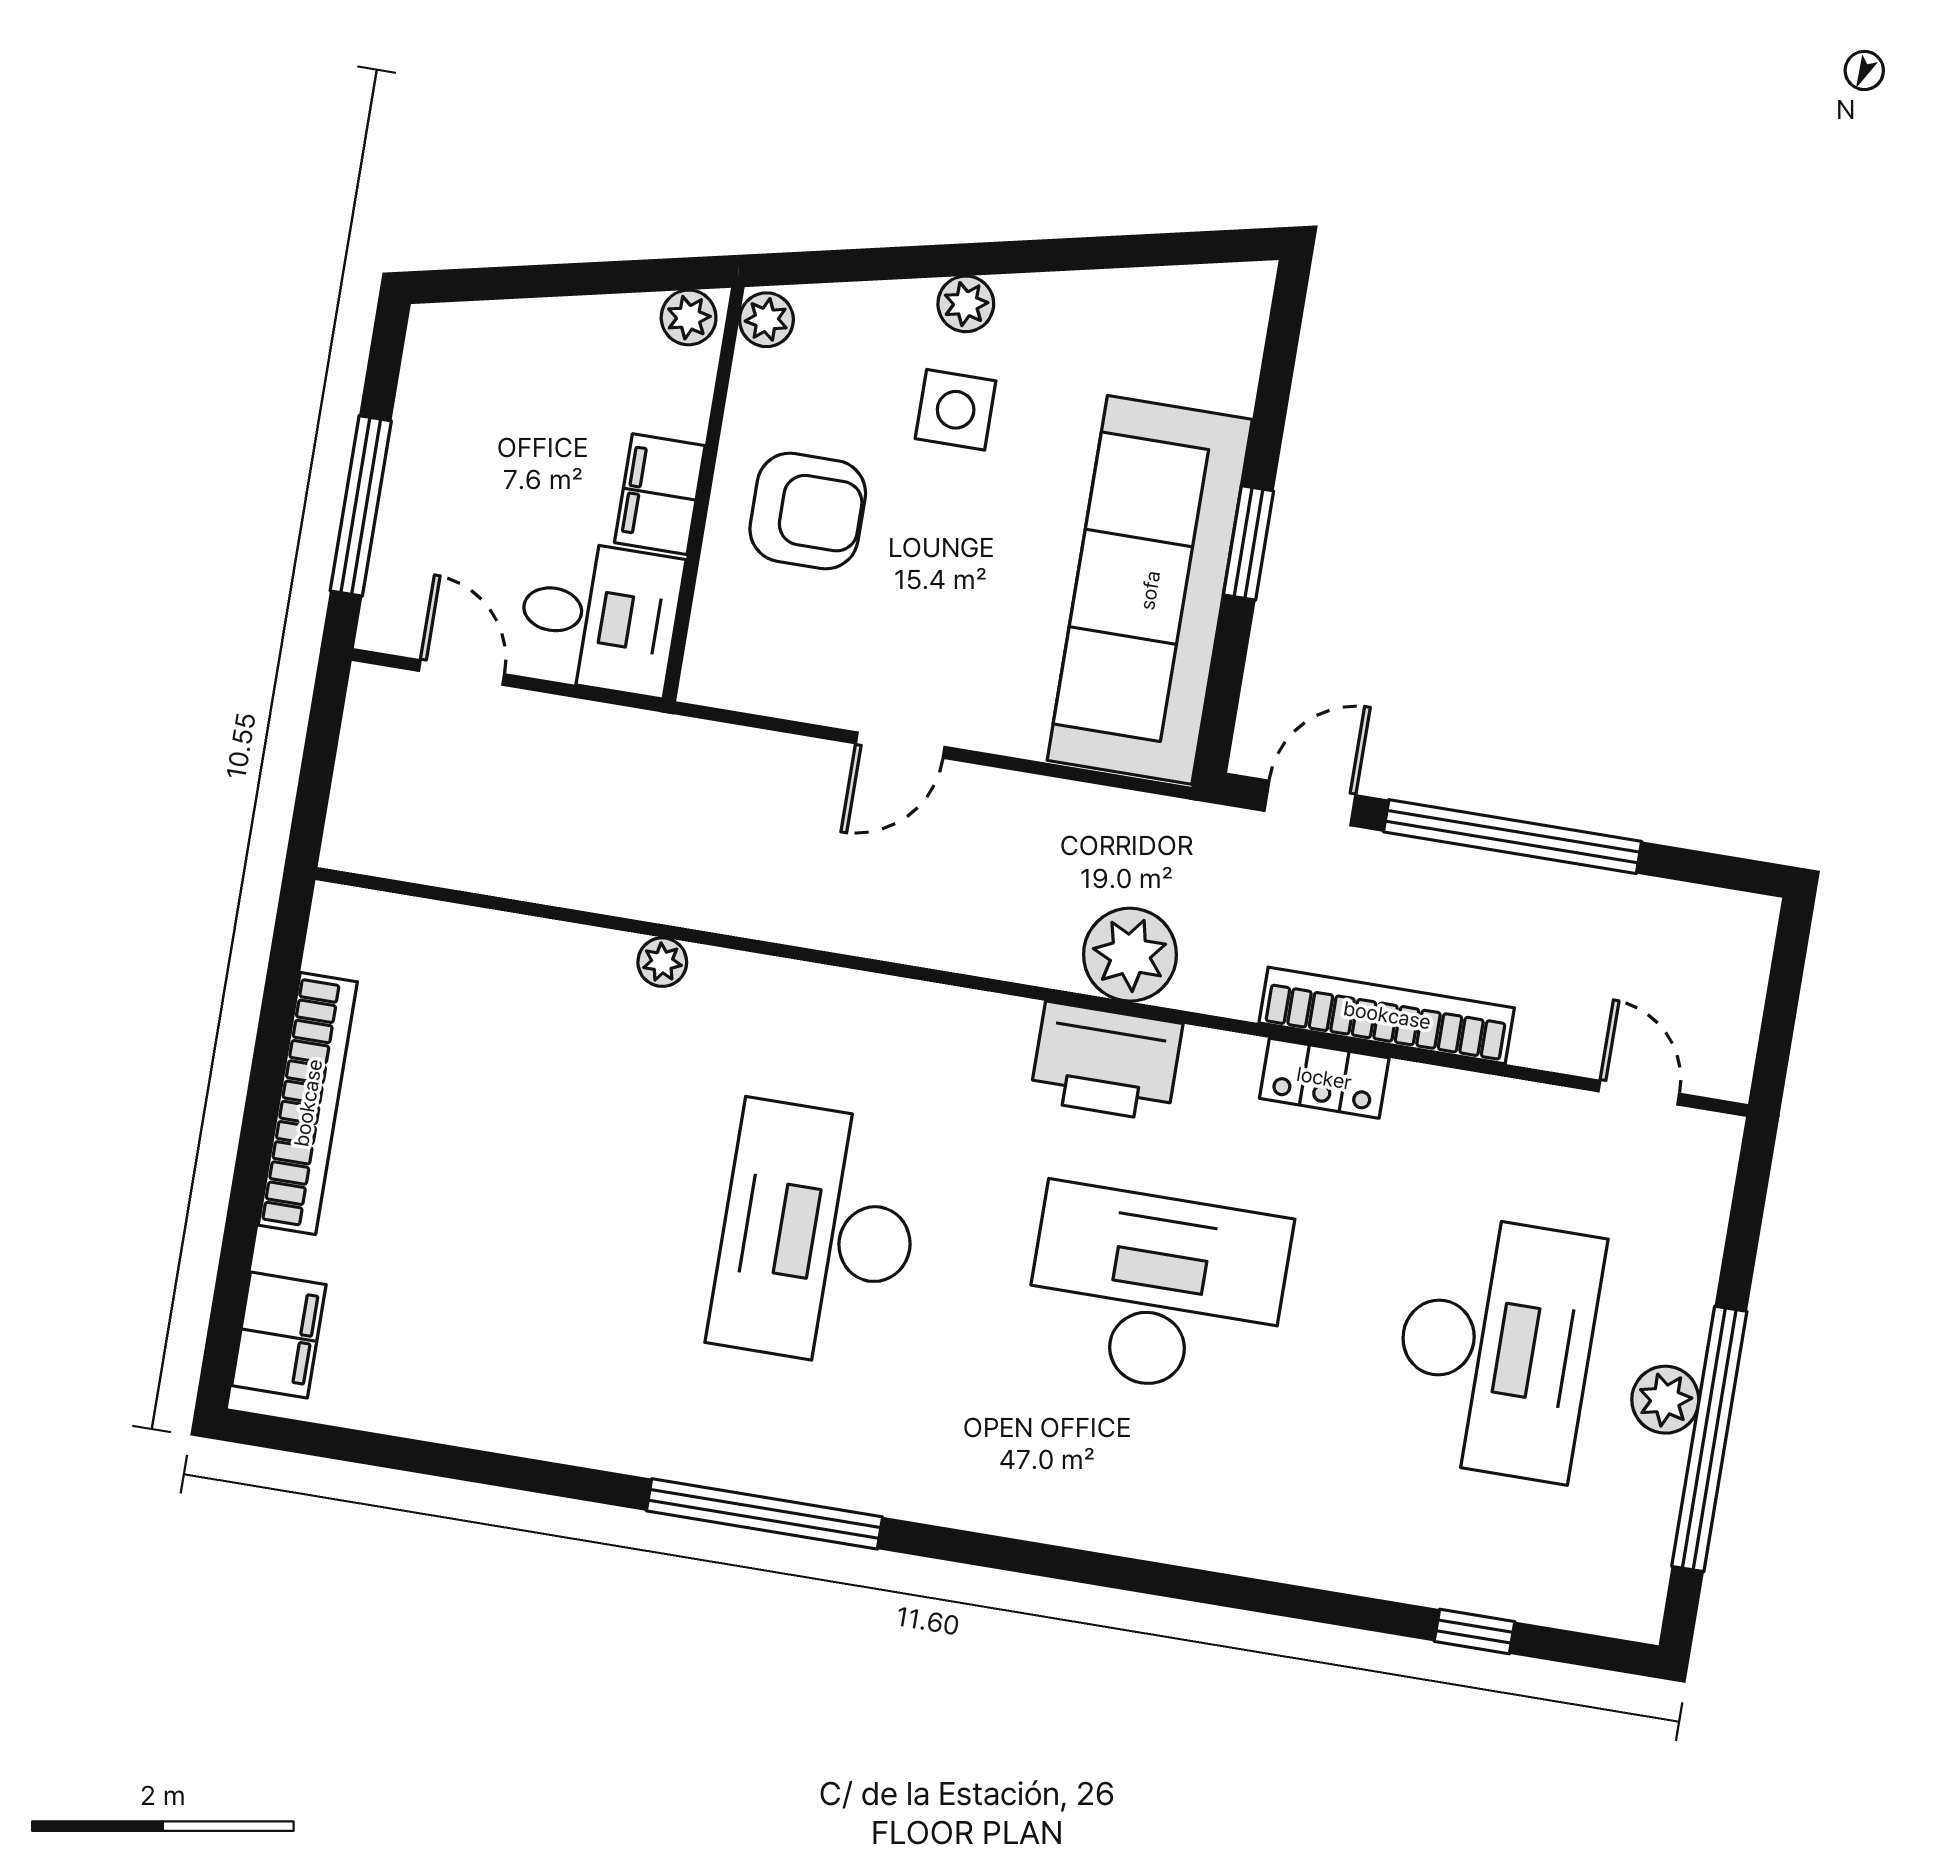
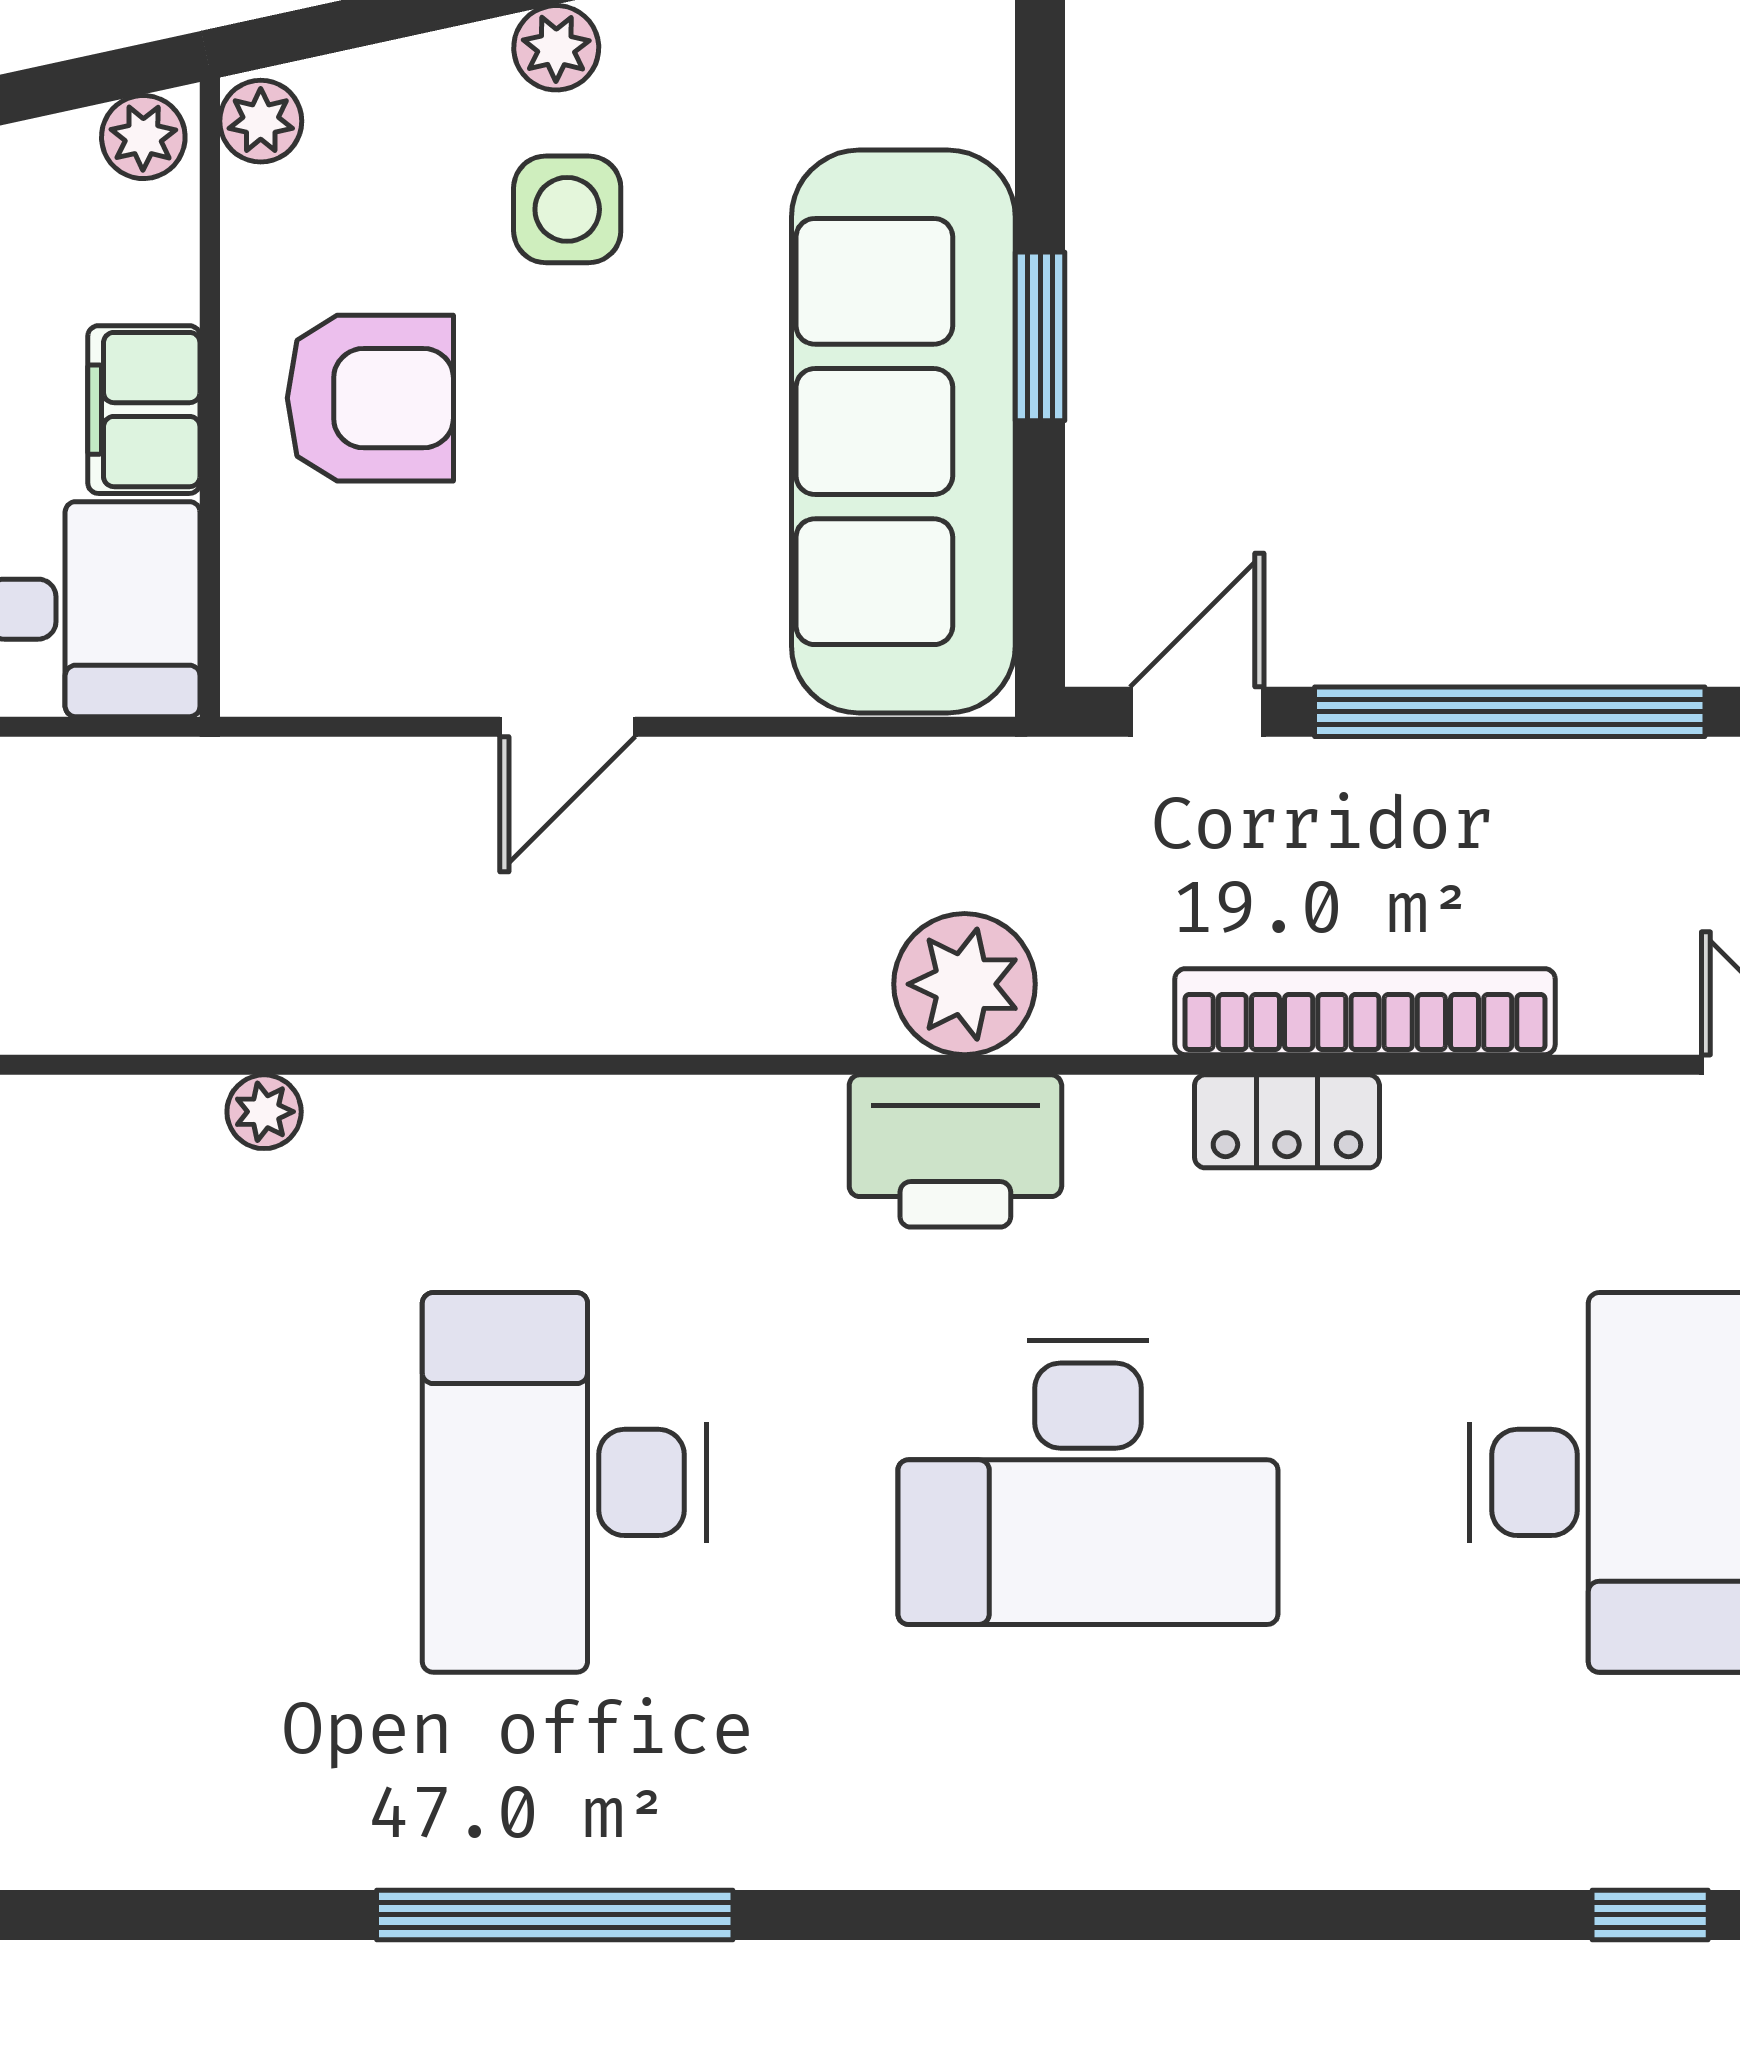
desk: (1157, 1291) -> (1088, 1482), turned 180

